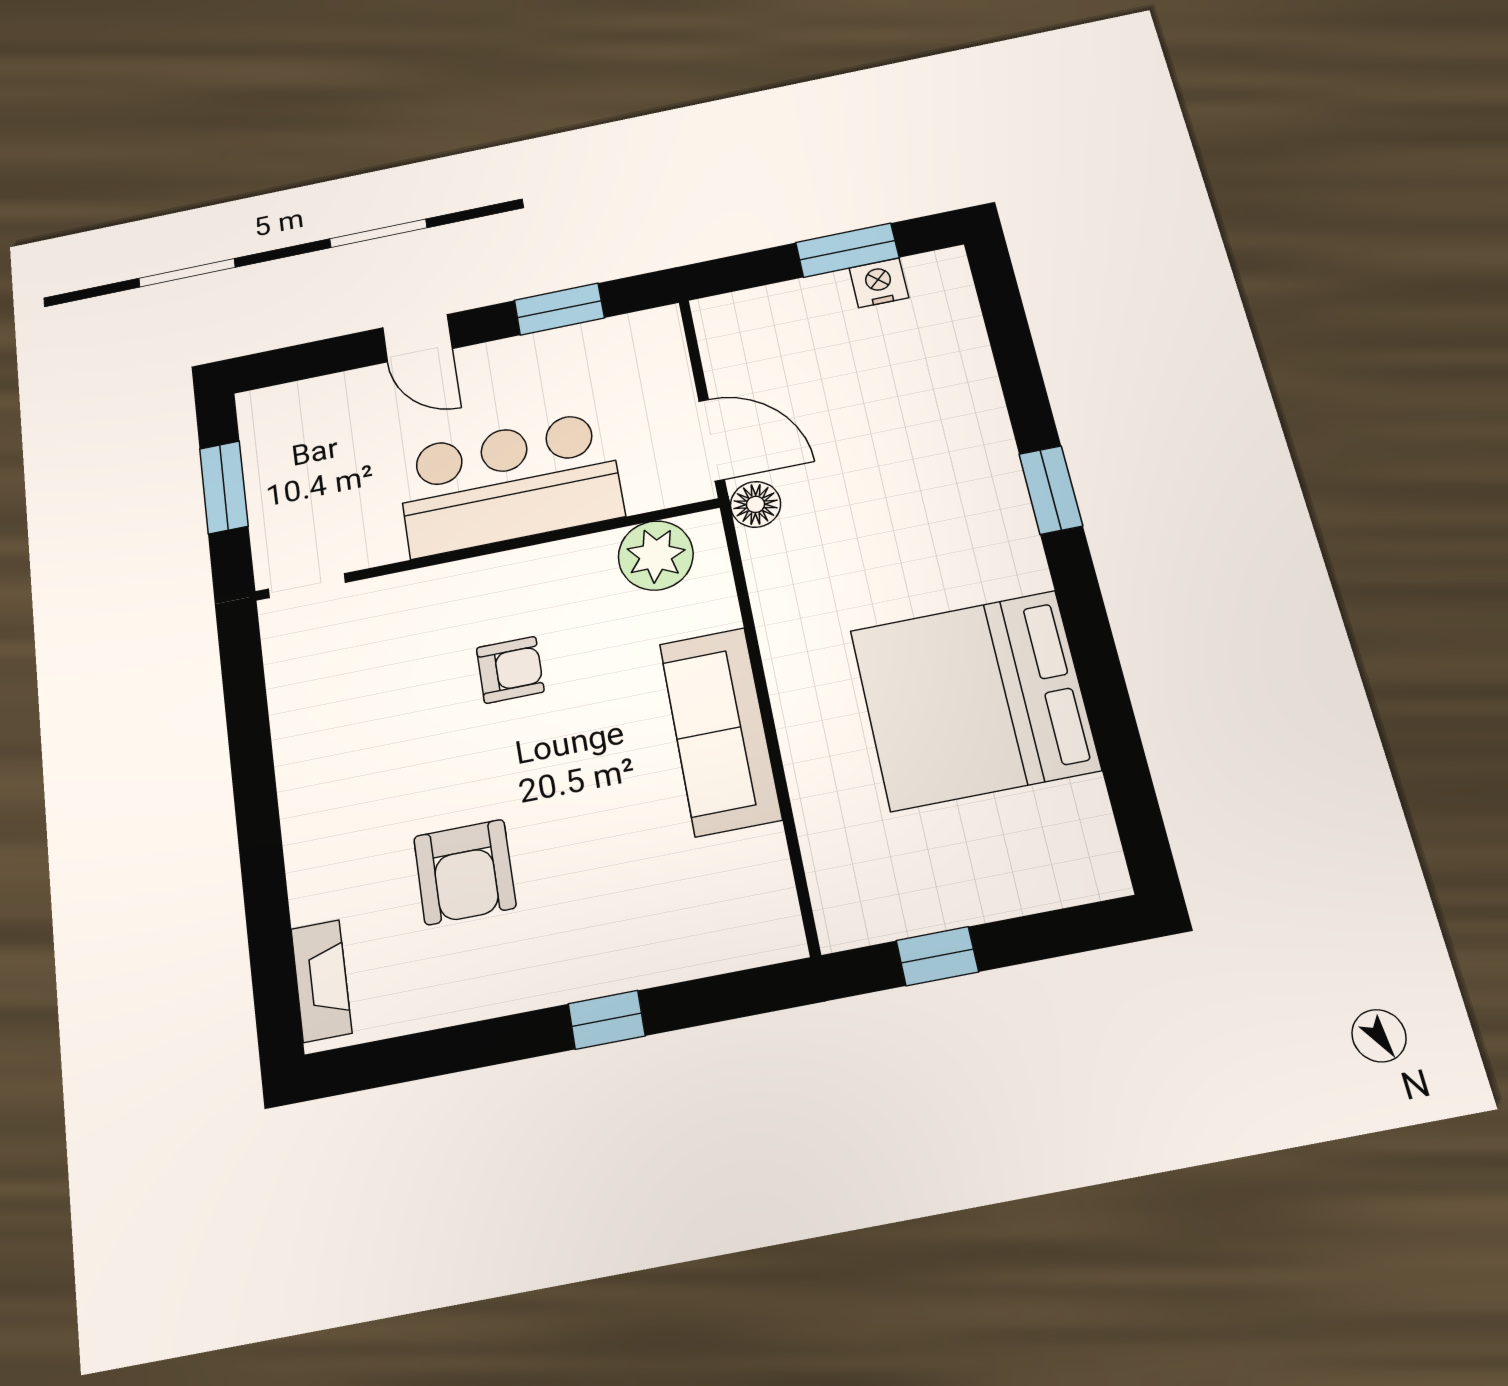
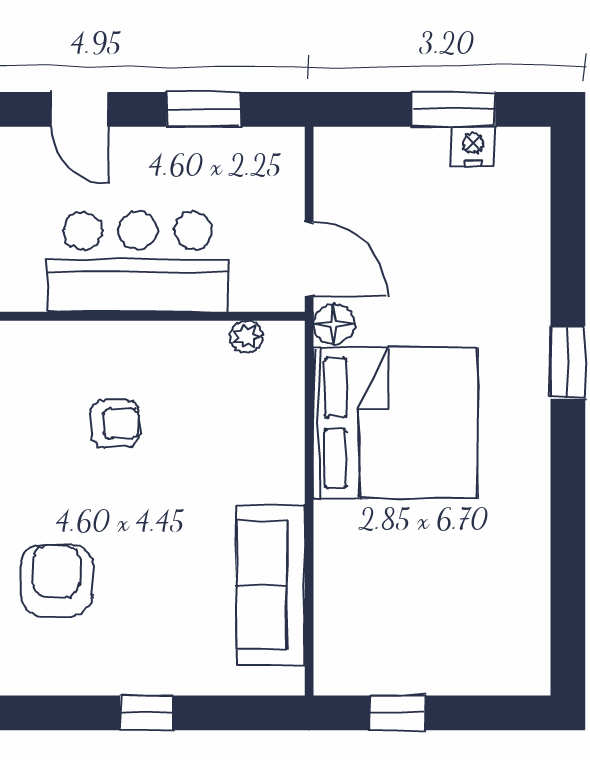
plant: (656, 555) -> (246, 337), width x0.53, depth x0.53
bed: (974, 700) -> (395, 423), moved, turned 180
sofa: (720, 731) -> (271, 585), moved
armchair: (465, 872) -> (56, 580), turned 180

